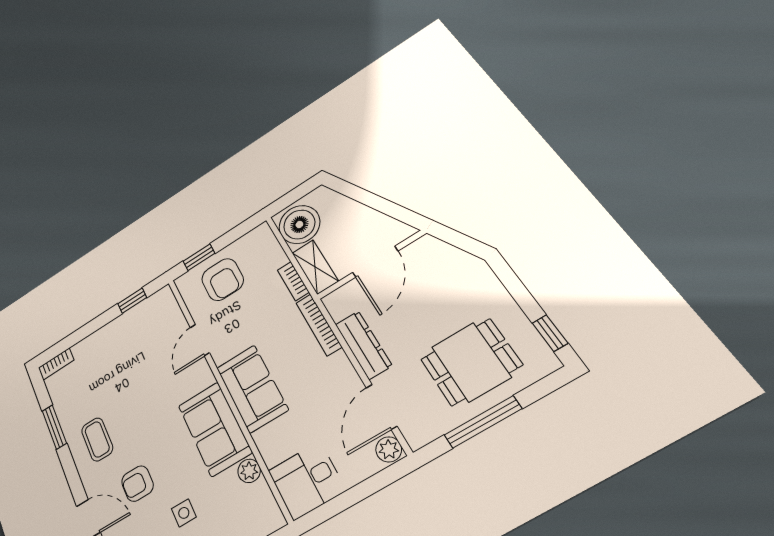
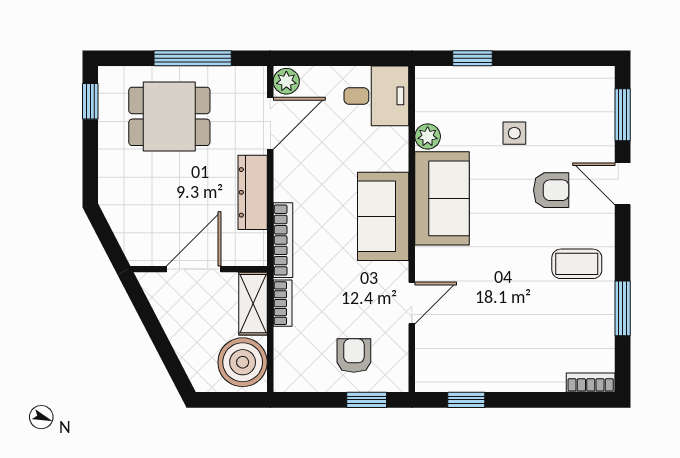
armchair: (223, 280) -> (354, 356), width x0.72, depth x0.72
coffee table: (97, 439) -> (577, 264), turned 90

